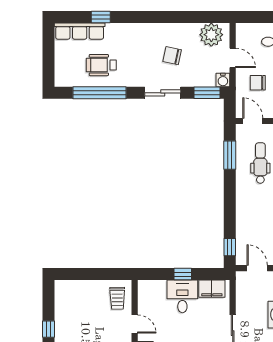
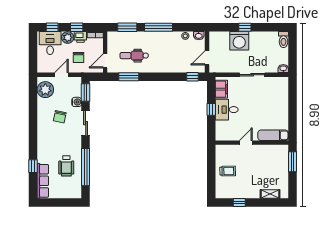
water cooler: (223, 80) -> (77, 102), moved
trolley: (117, 298) -> (228, 171), moved
window: (49, 329) -> (239, 202), moved

